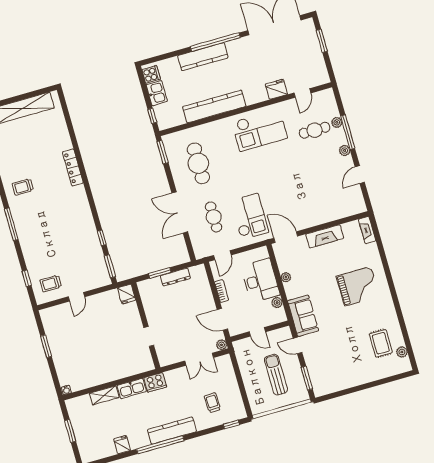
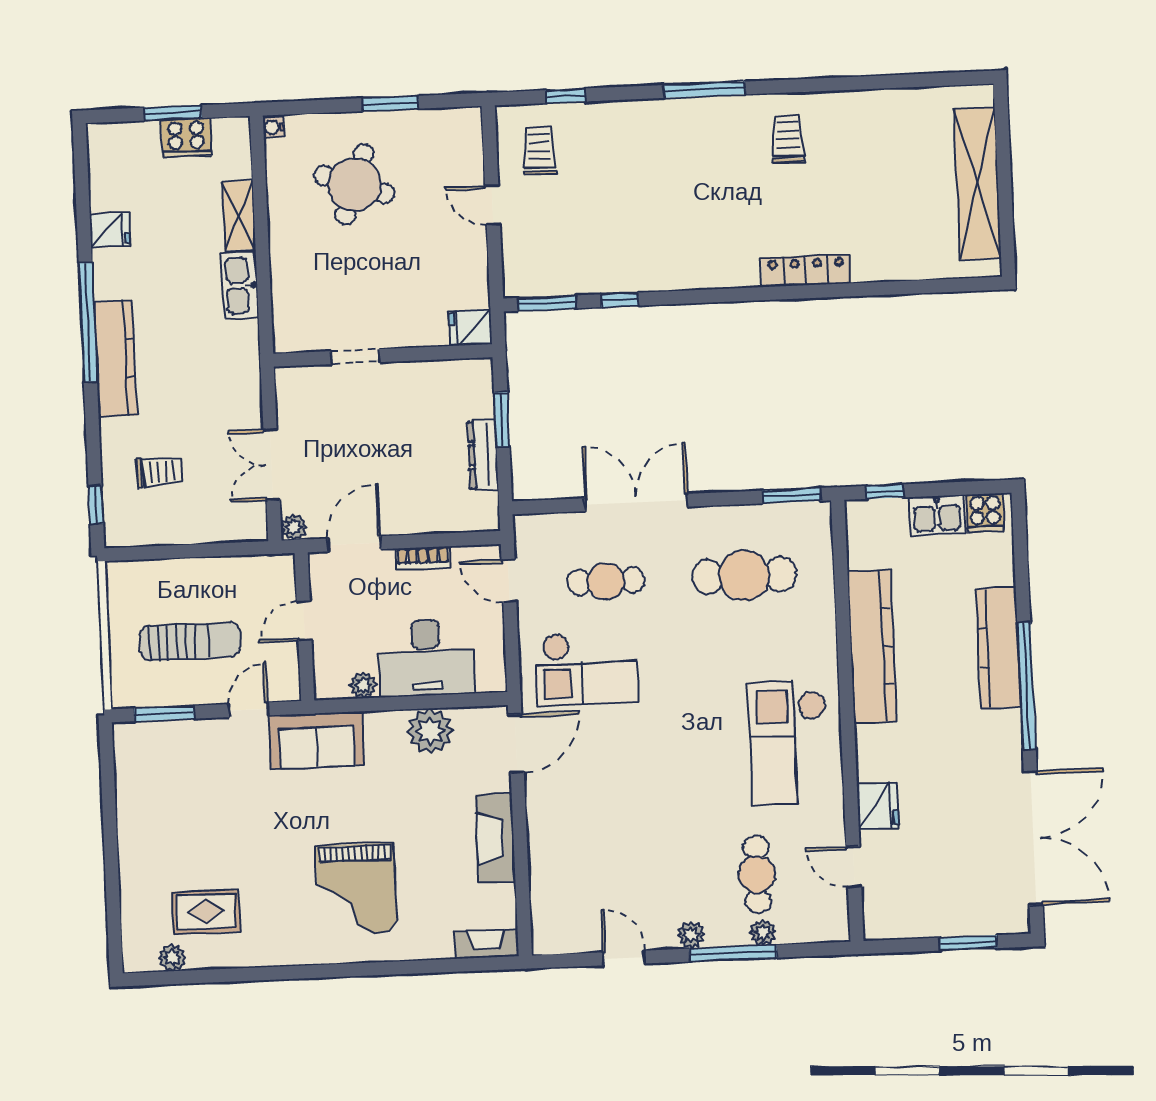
plant: (286, 277) -> (430, 731), width x1.88, depth x1.88
round table: (81, 353) -> (354, 184), added
cooker: (155, 382) -> (186, 138), moved, turned -90

